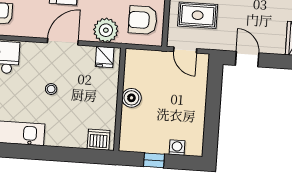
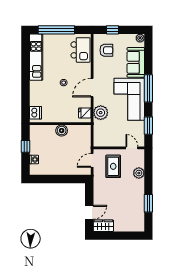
armchair: (143, 20) -> (108, 134), removed
door: (63, 42) -> (92, 88), swing flipped
door: (247, 59) -> (89, 212), moved

